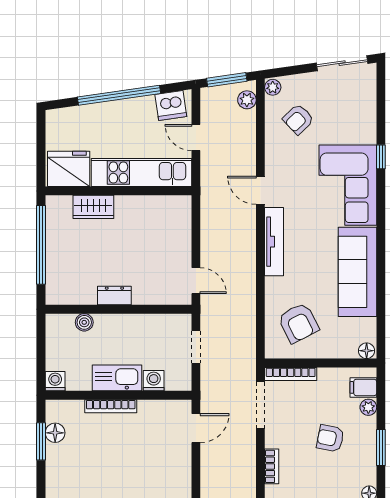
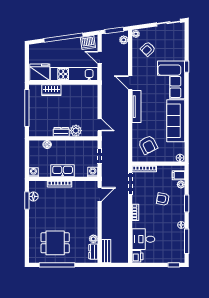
plant: (145, 293) -> (76, 131), added
washing machine: (154, 381) -> (93, 172), moved

